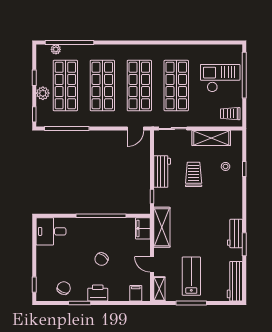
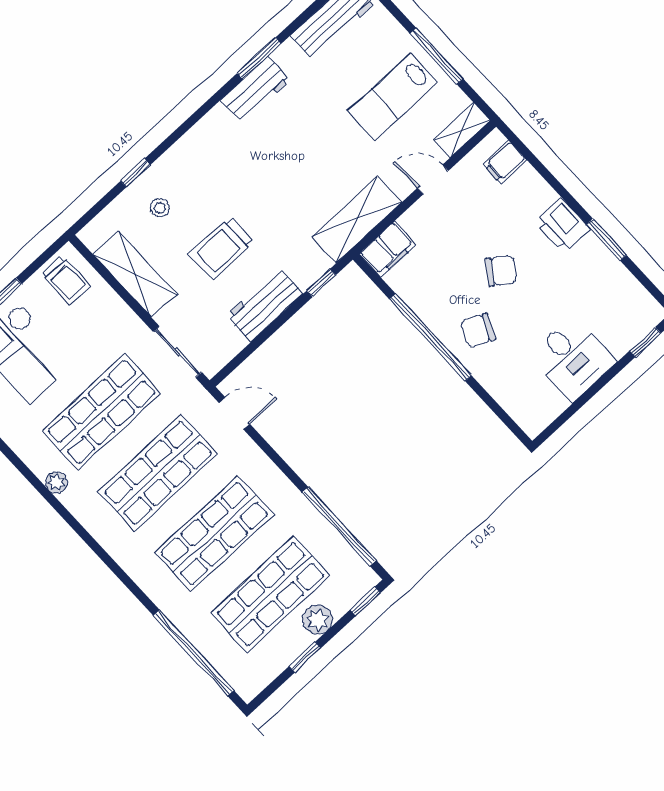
plant: (56, 49) -> (56, 482), moved
desk: (51, 231) -> (573, 358), moved
door: (152, 264) -> (433, 180), swing flipped
chair: (64, 288) -> (478, 330), moved

